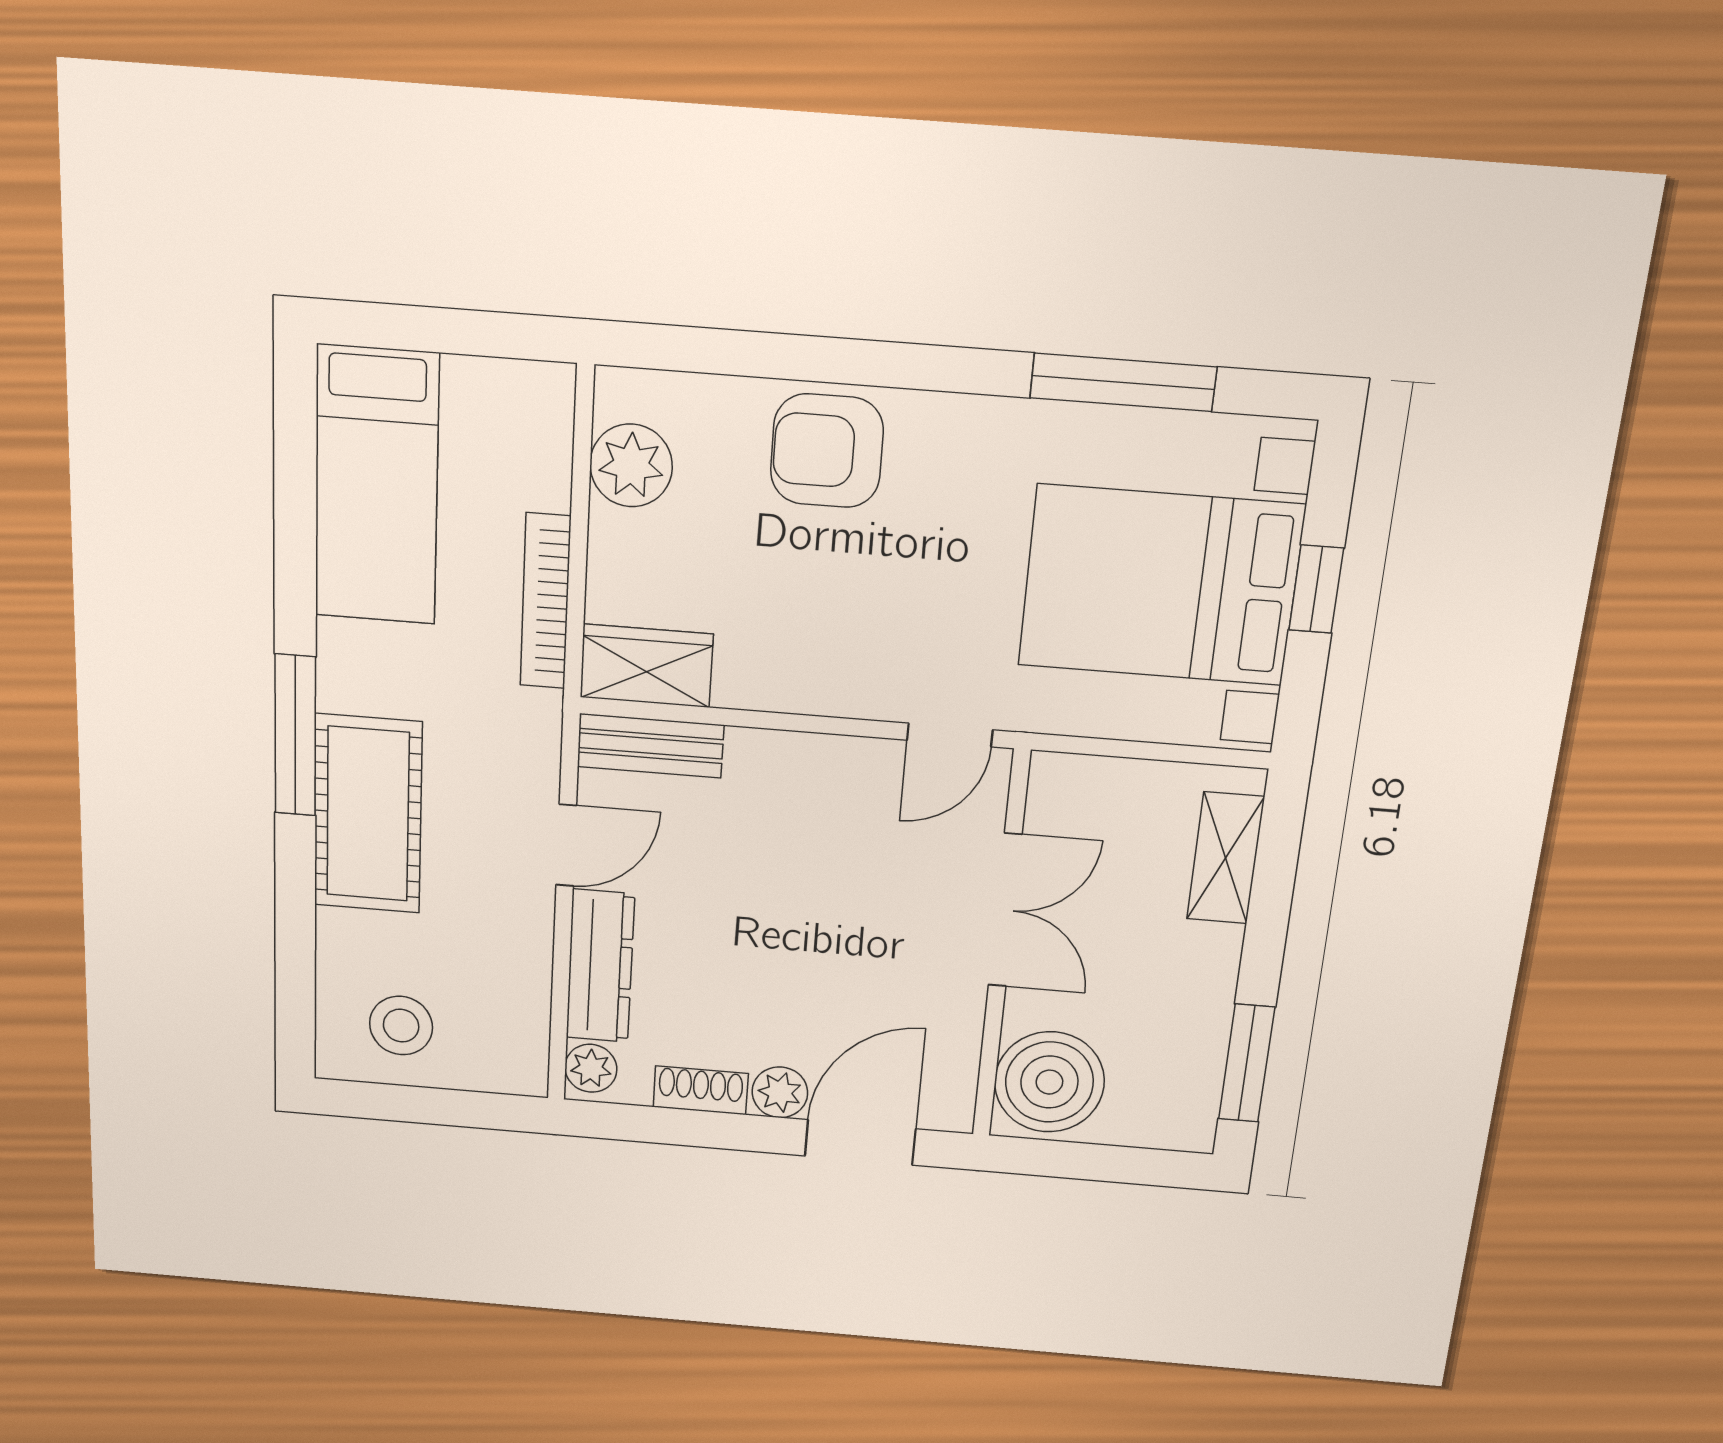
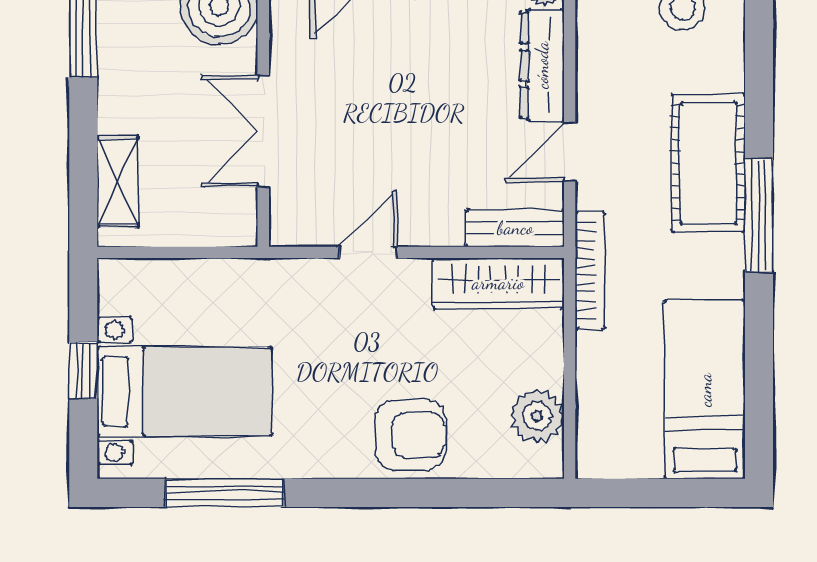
bed with nightstands: (1161, 585) -> (185, 391), width x0.73
bookcase: (545, 601) -> (590, 270), moved
wardrobe: (646, 666) -> (498, 283), width x1.50
door: (950, 735) -> (368, 252), moved

